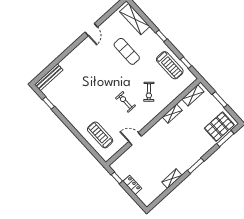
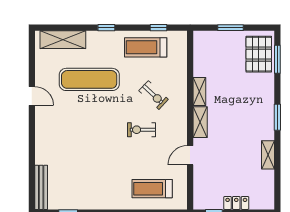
exercise mat: (127, 51) -> (89, 79), width x1.36, depth x1.45
treadmill: (170, 65) -> (146, 47), turned 180
shelving: (193, 95) -> (200, 122), moved

